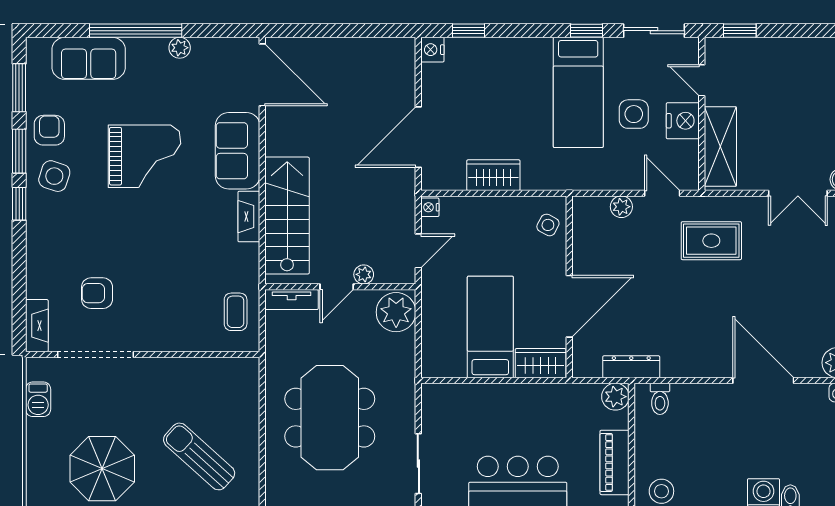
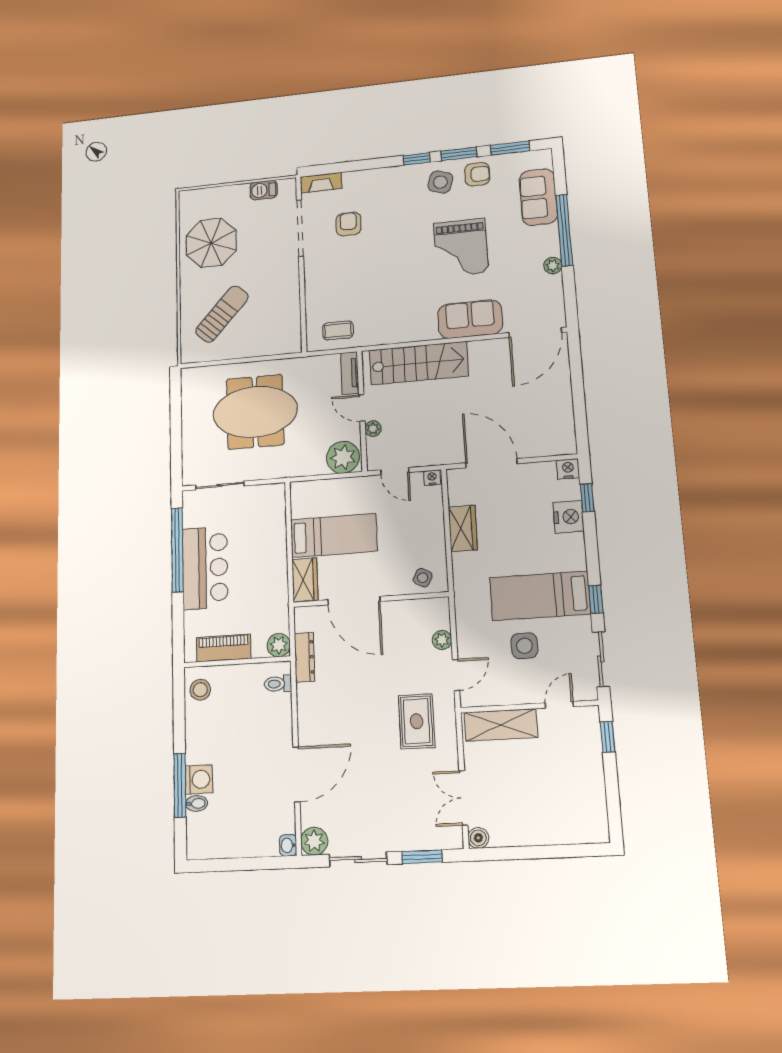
nightstand: (683, 121) -> (568, 517), moved, turned -90
fireplace: (249, 217) -> (416, 333), removed

